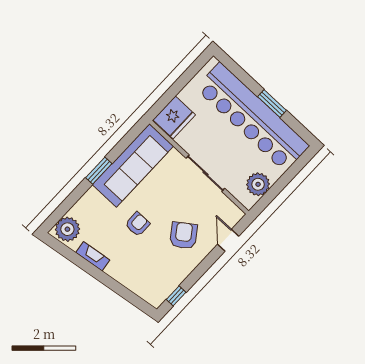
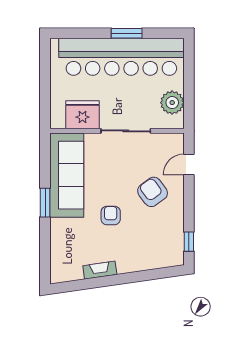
fridge: (174, 117) -> (82, 115), moved, turned -90
plant: (67, 229) -> (62, 268), removed
door: (228, 240) -> (189, 165), hinge flipped

